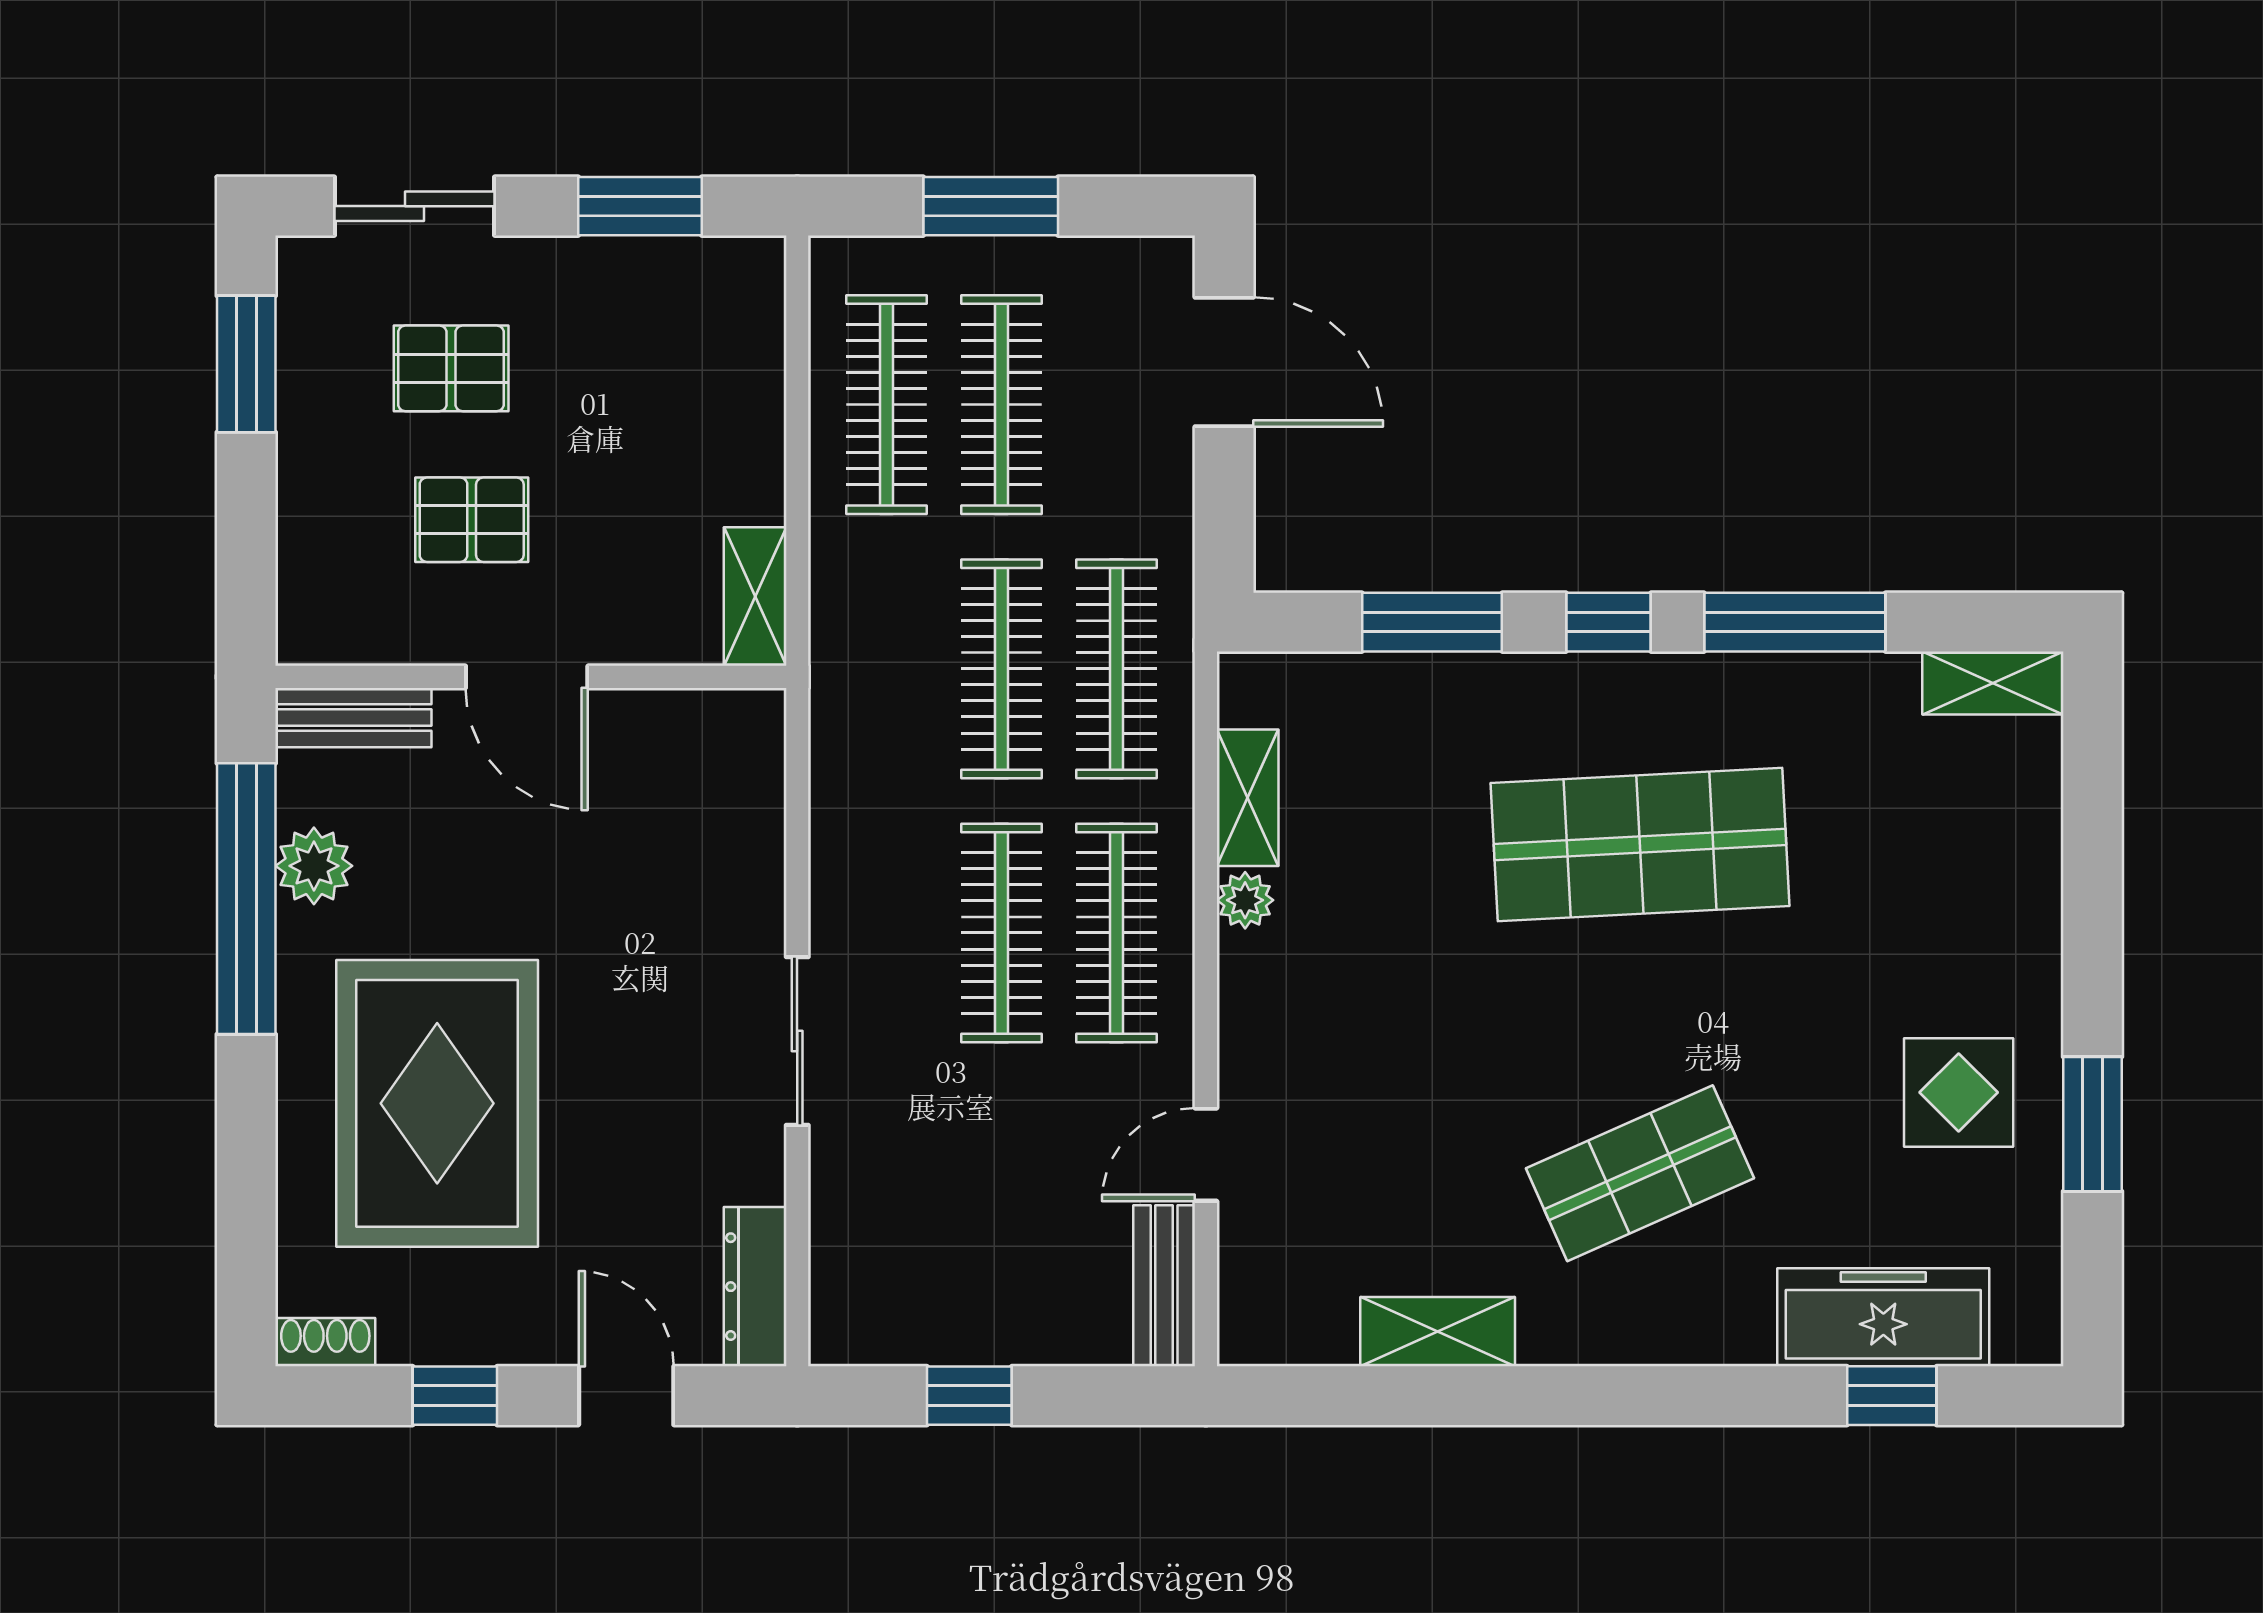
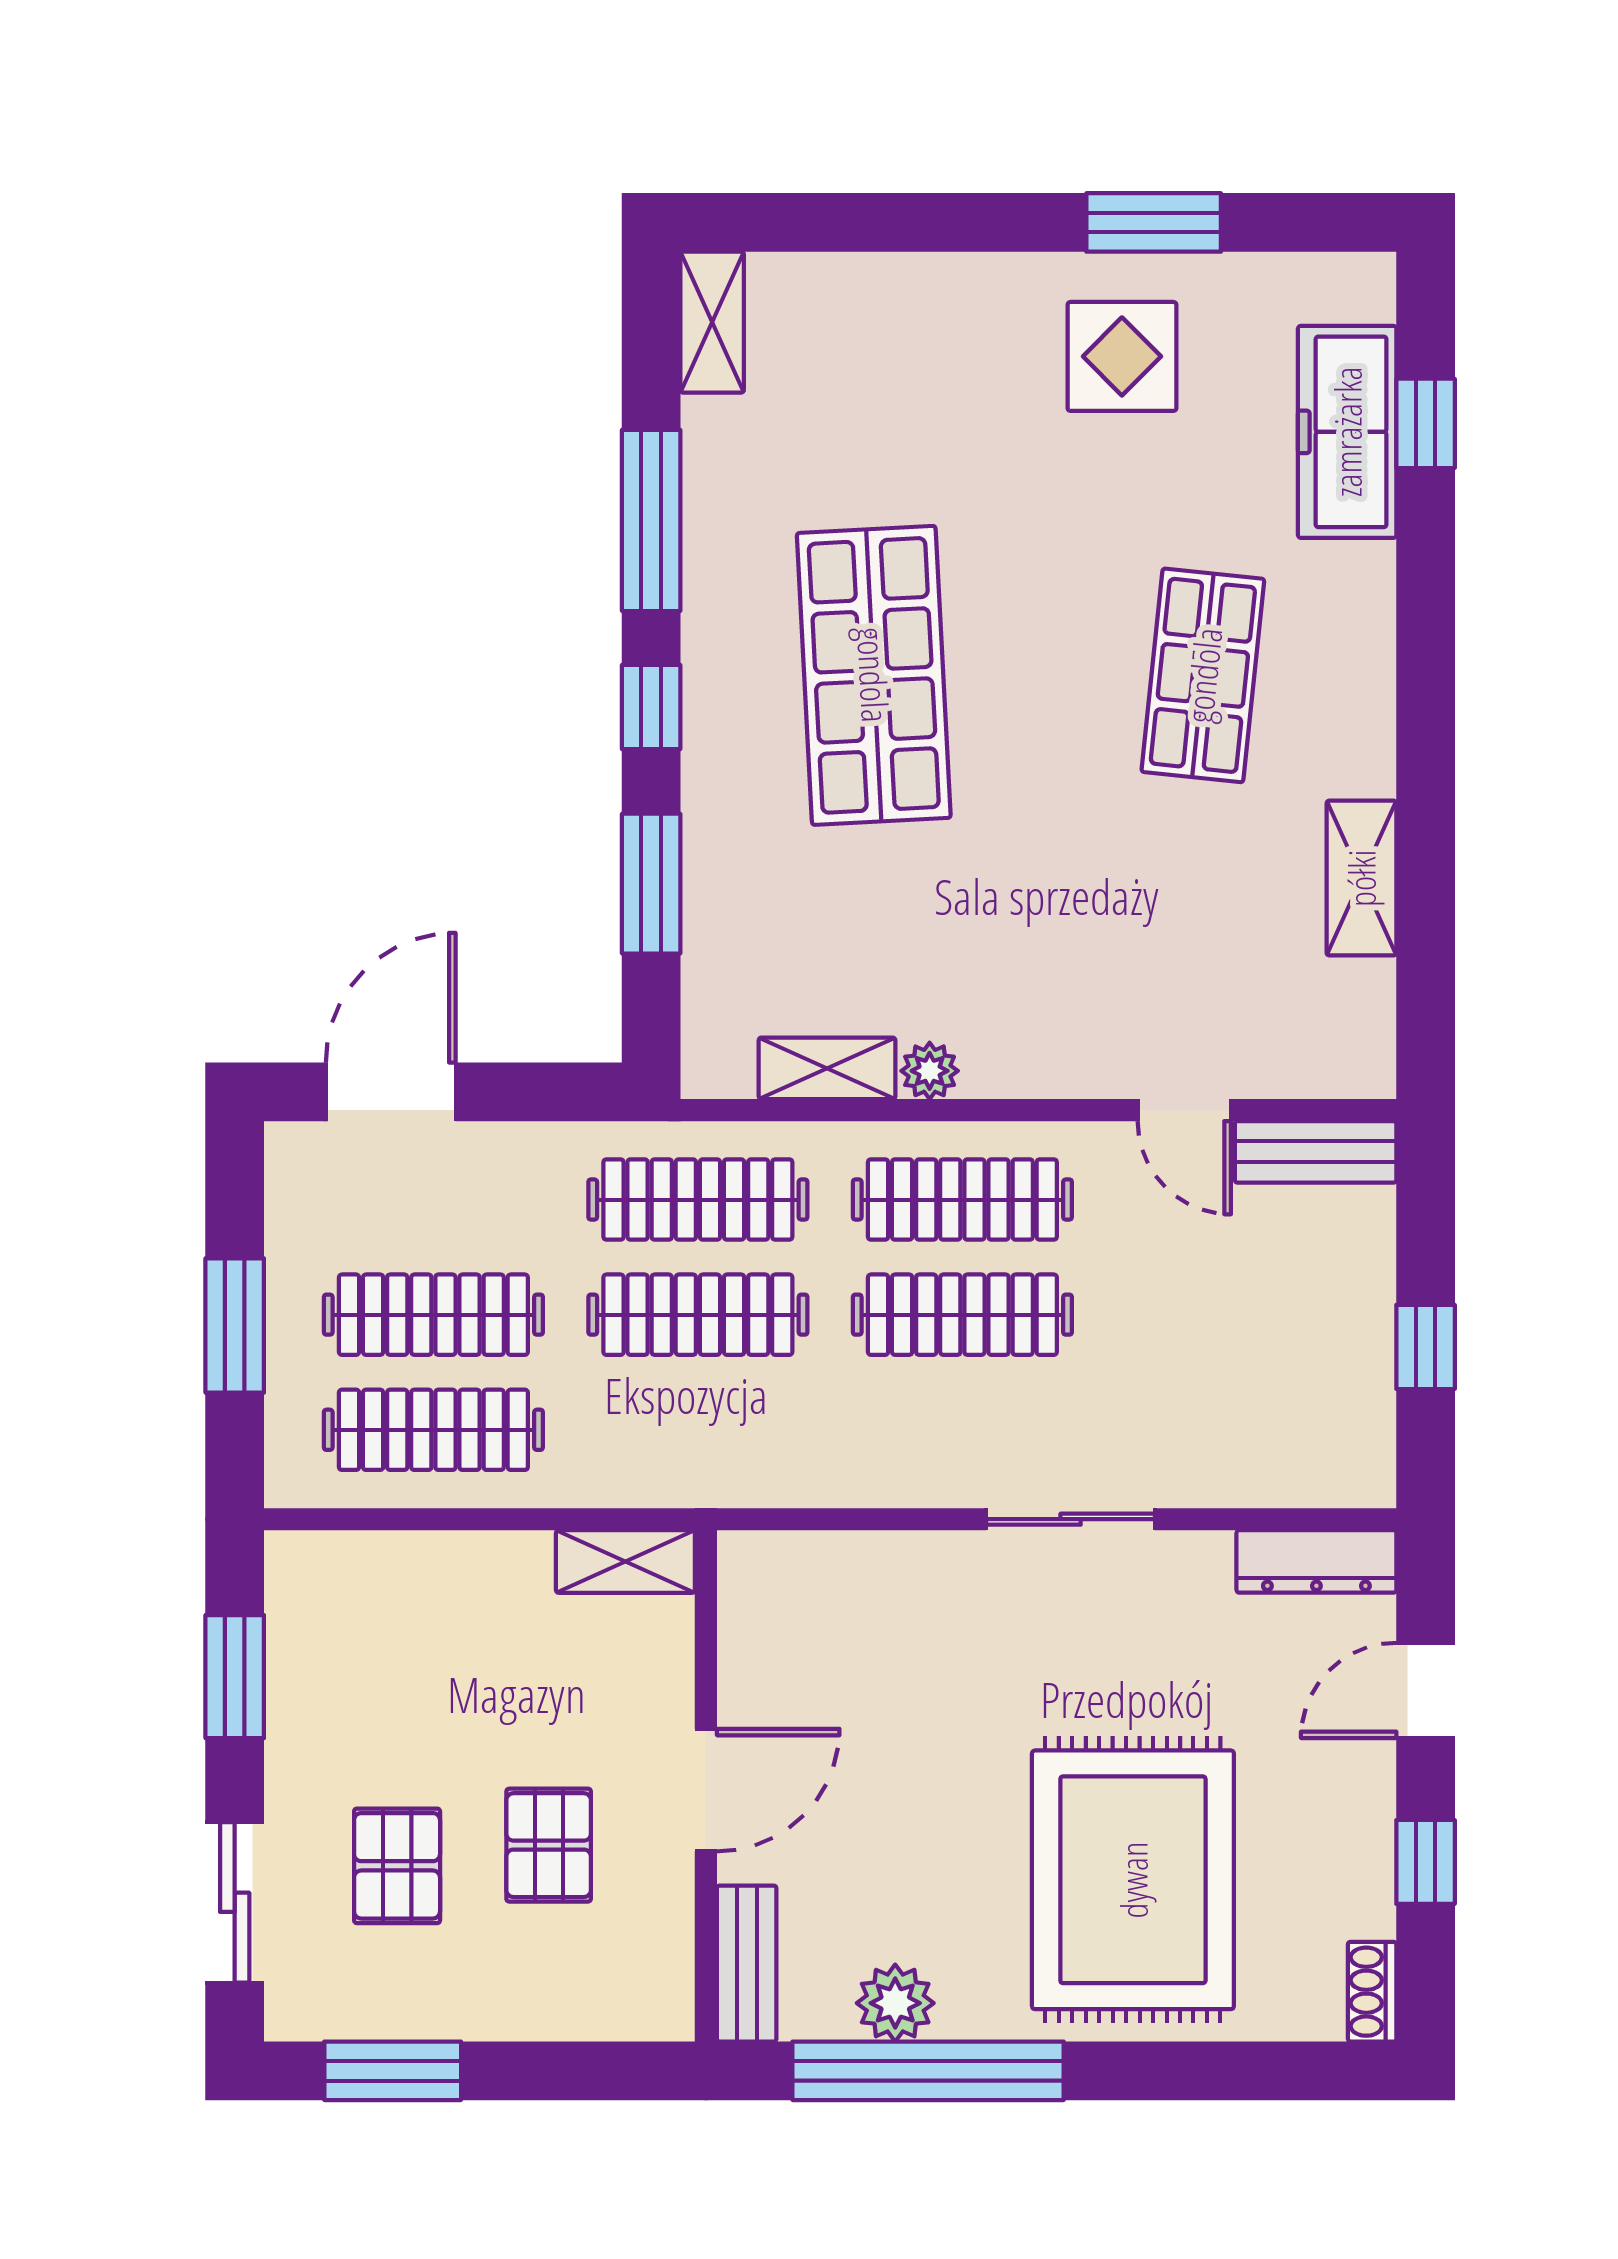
rug: (437, 1103) -> (1133, 1880), turned 90
shop shelf: (1640, 1173) -> (1203, 675), turned 30

